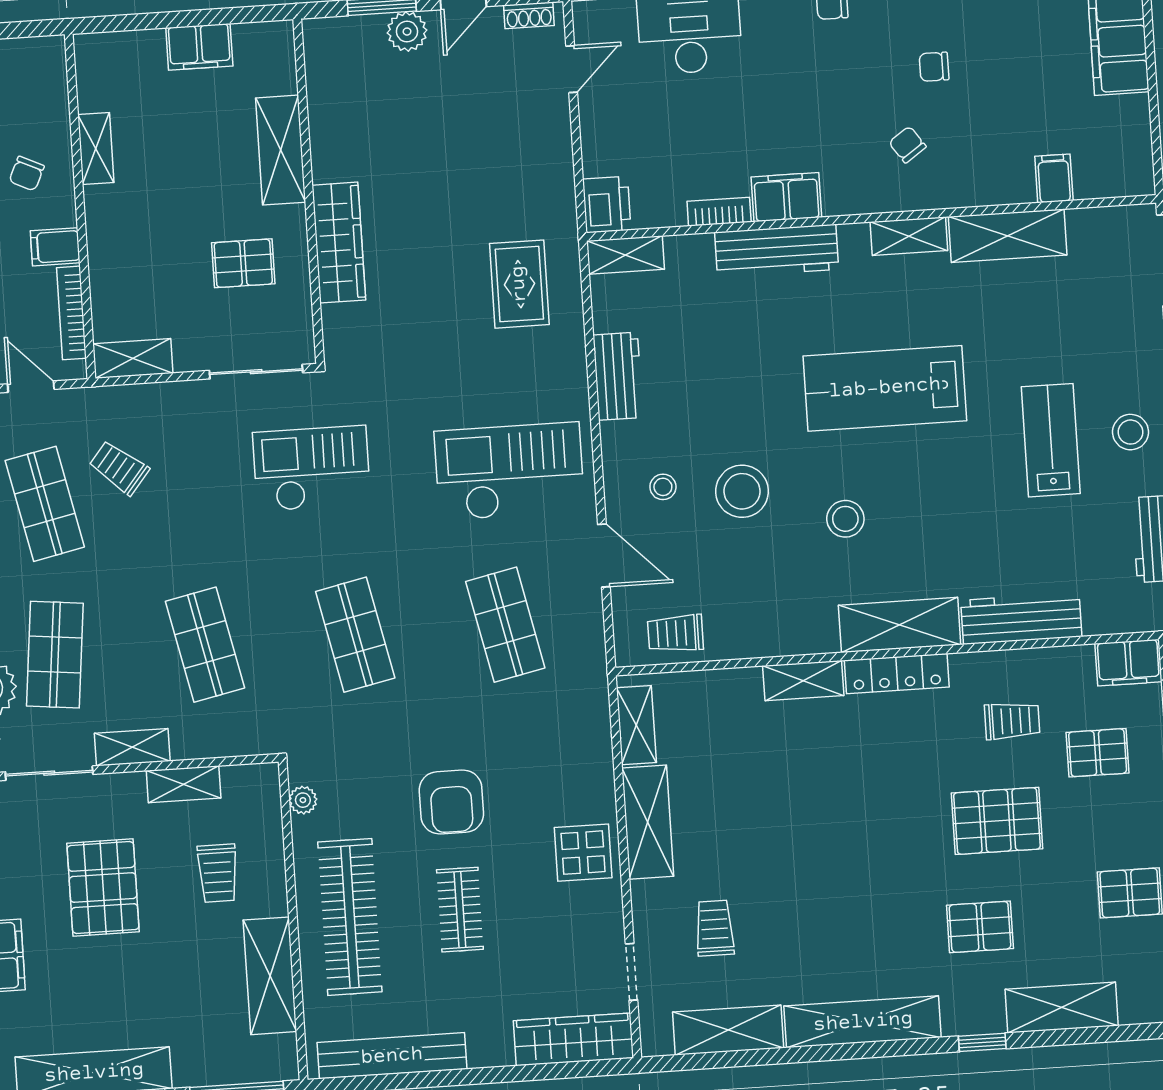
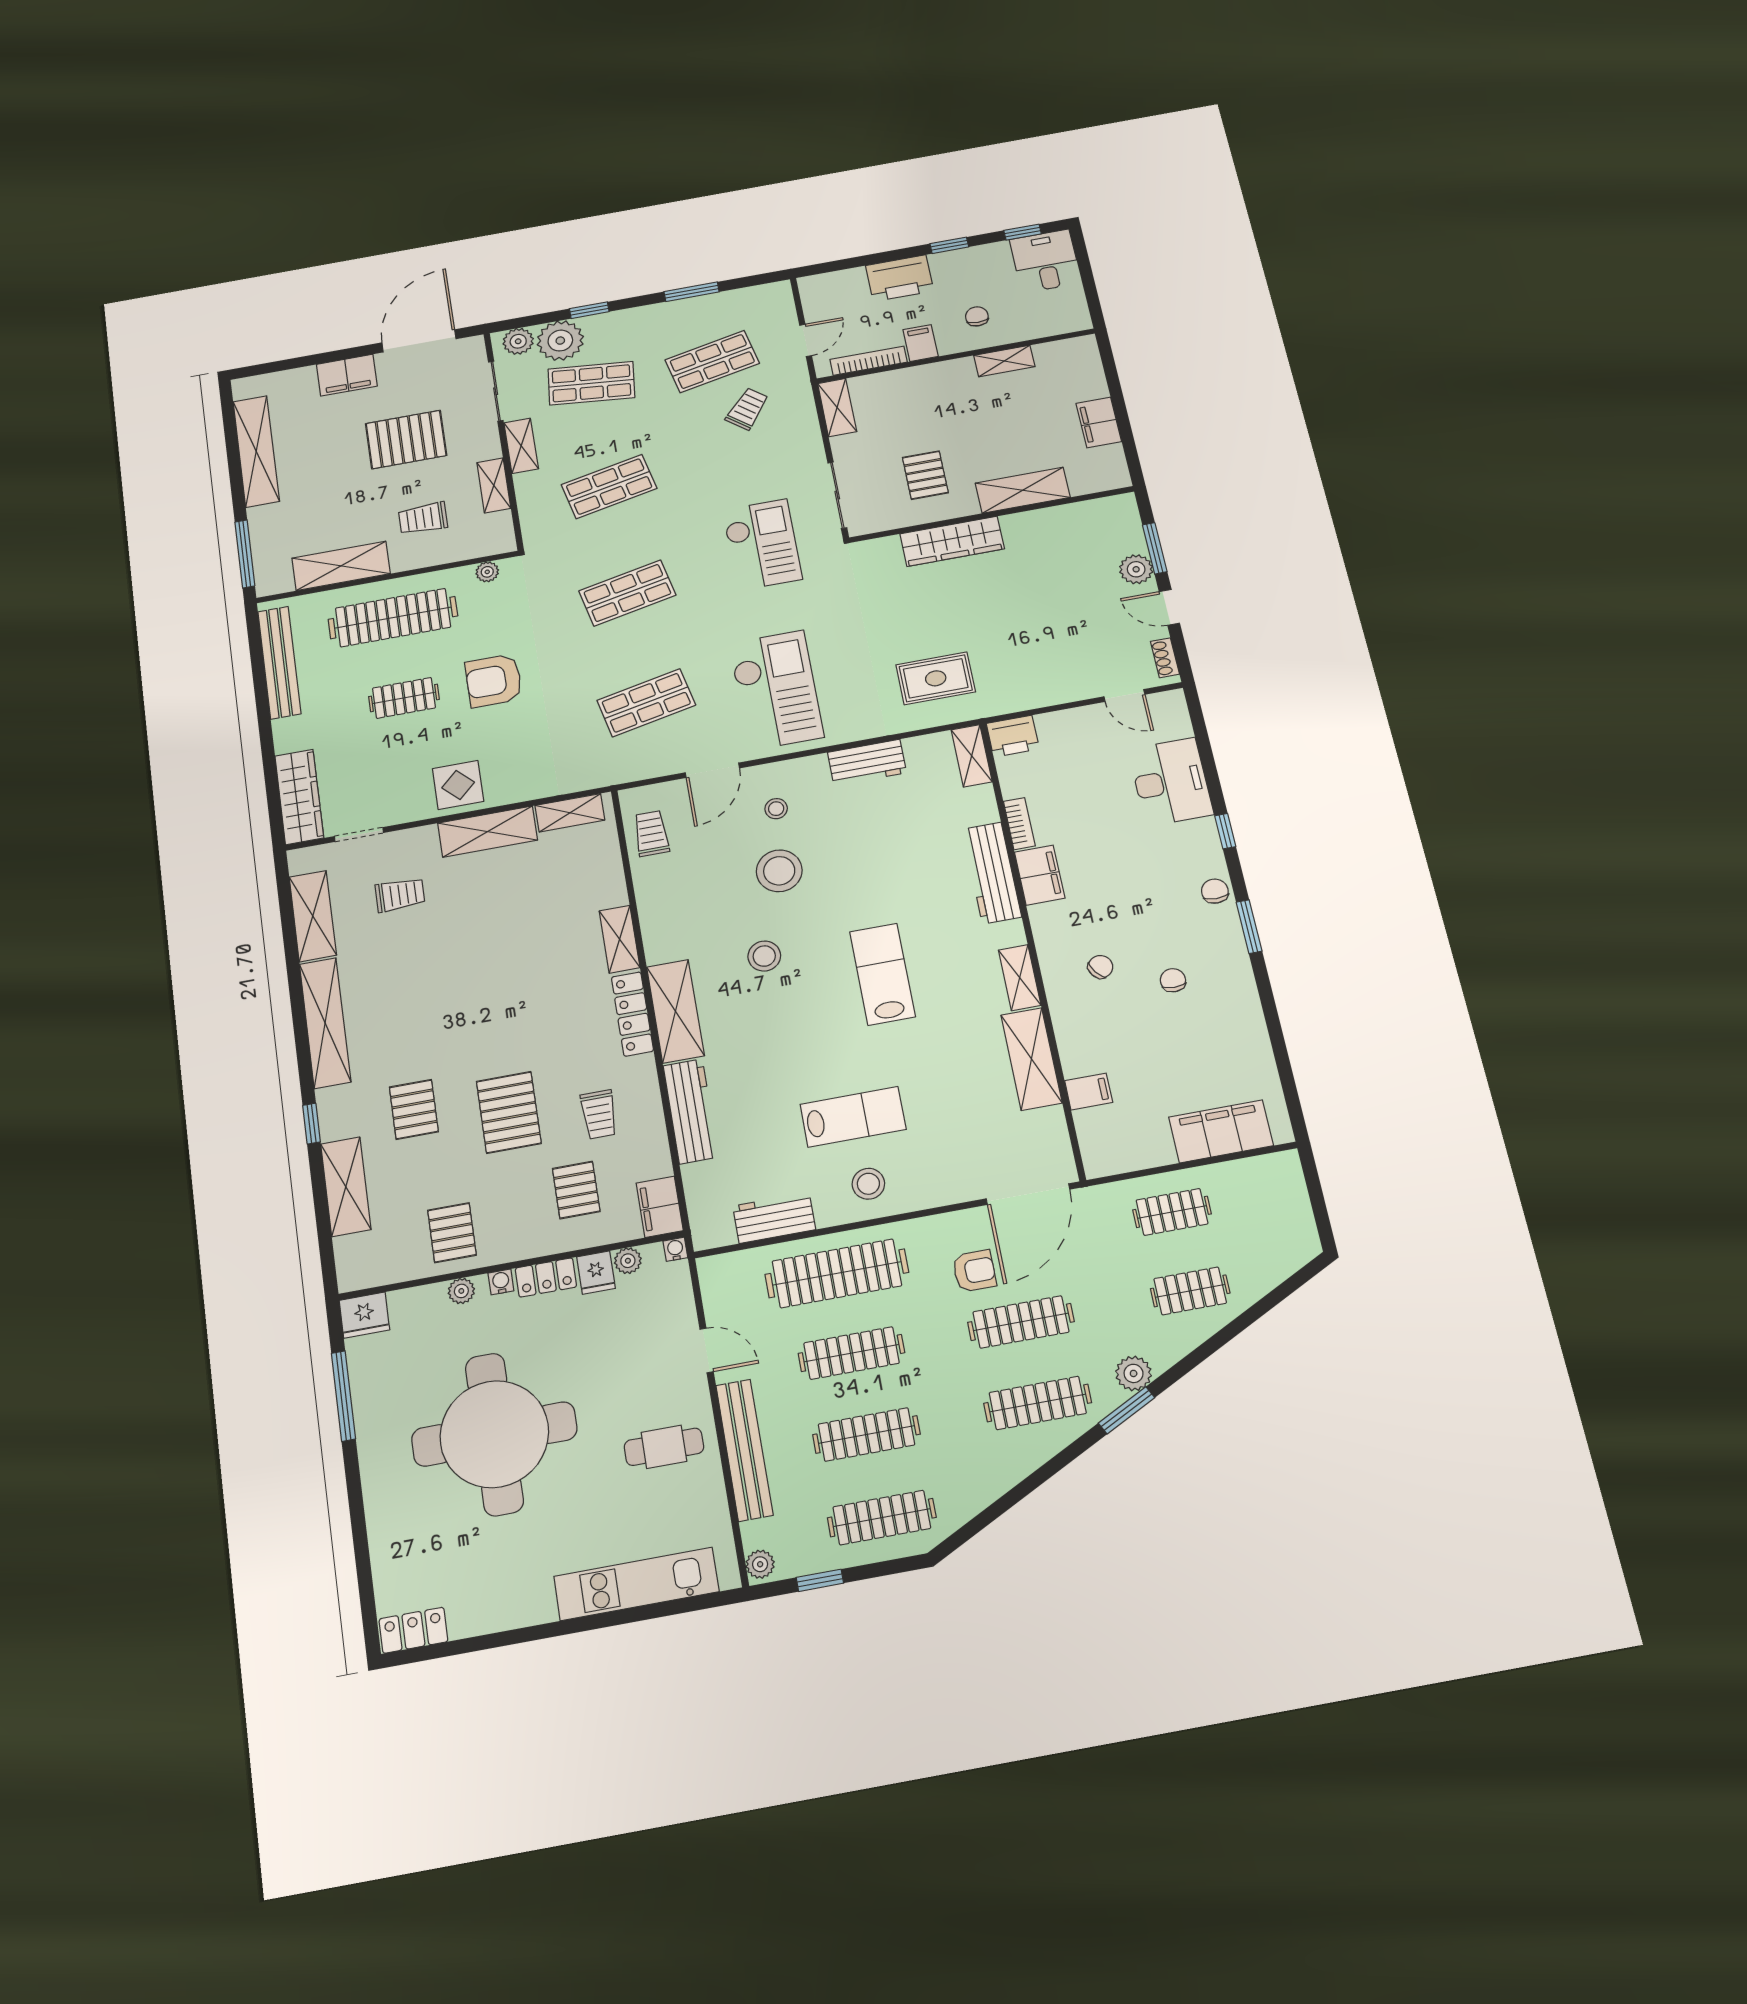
chair: (27, 174) -> (977, 316), turned 65
lab bench: (885, 388) -> (883, 974), width x0.73, depth x0.72

